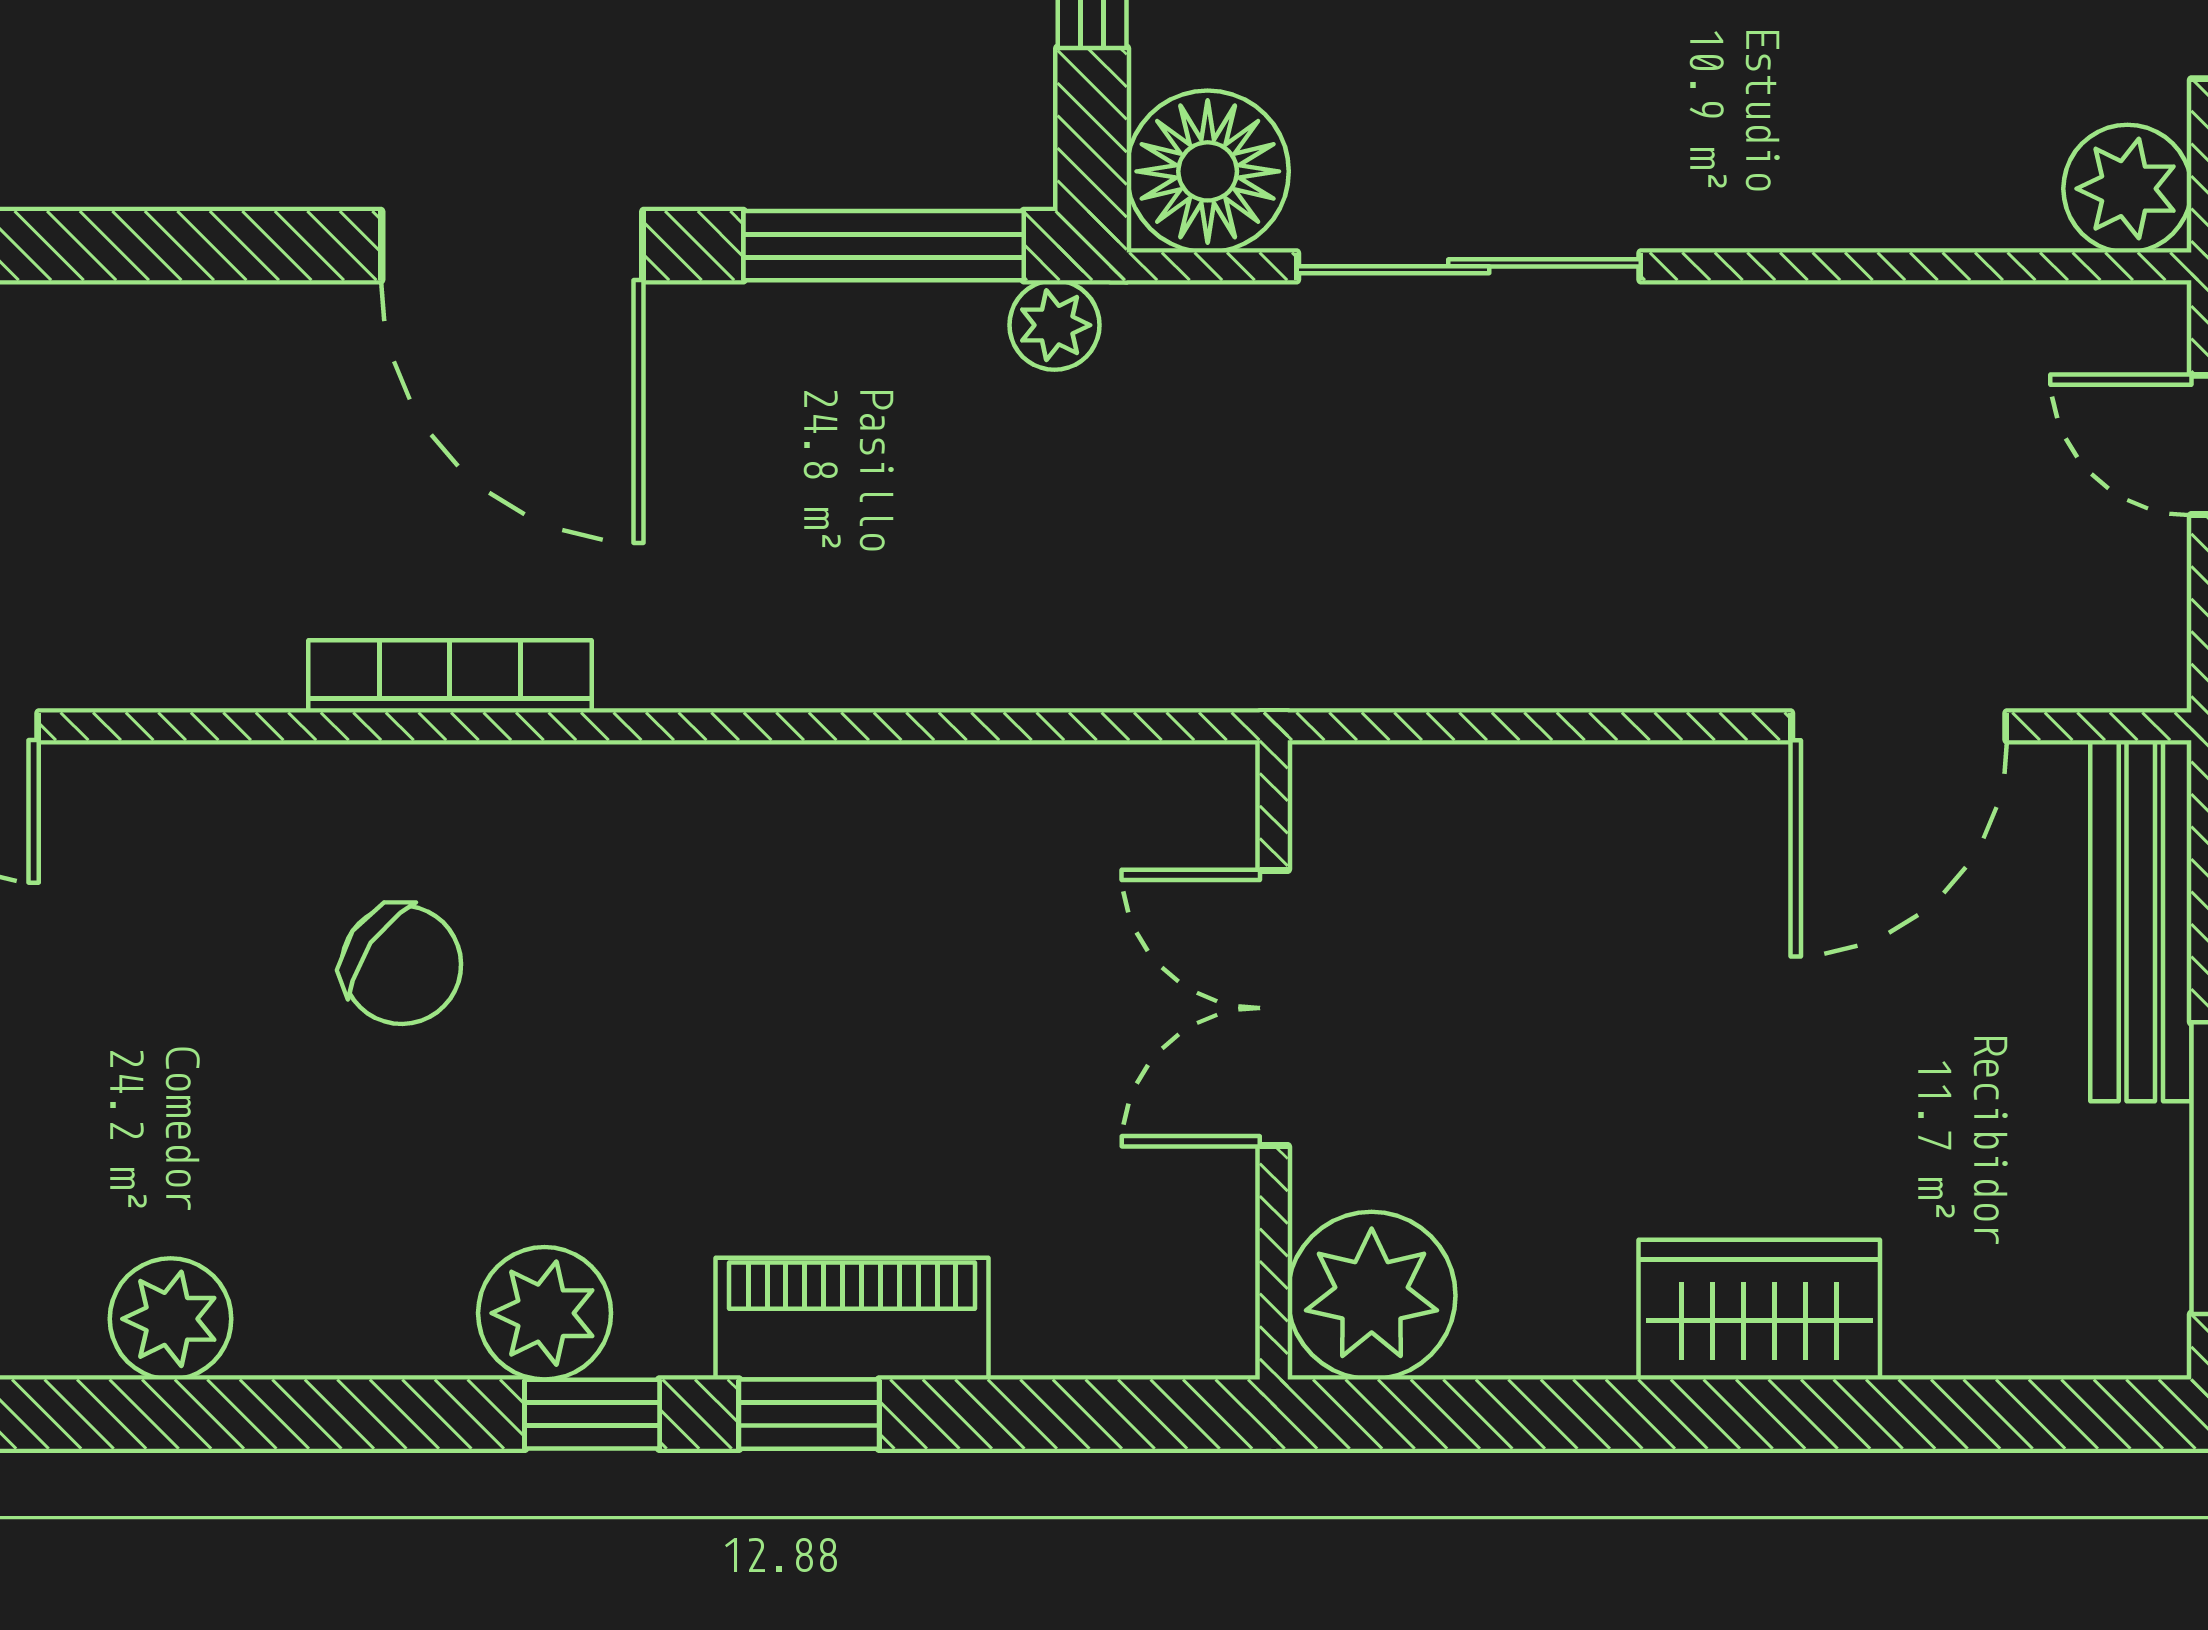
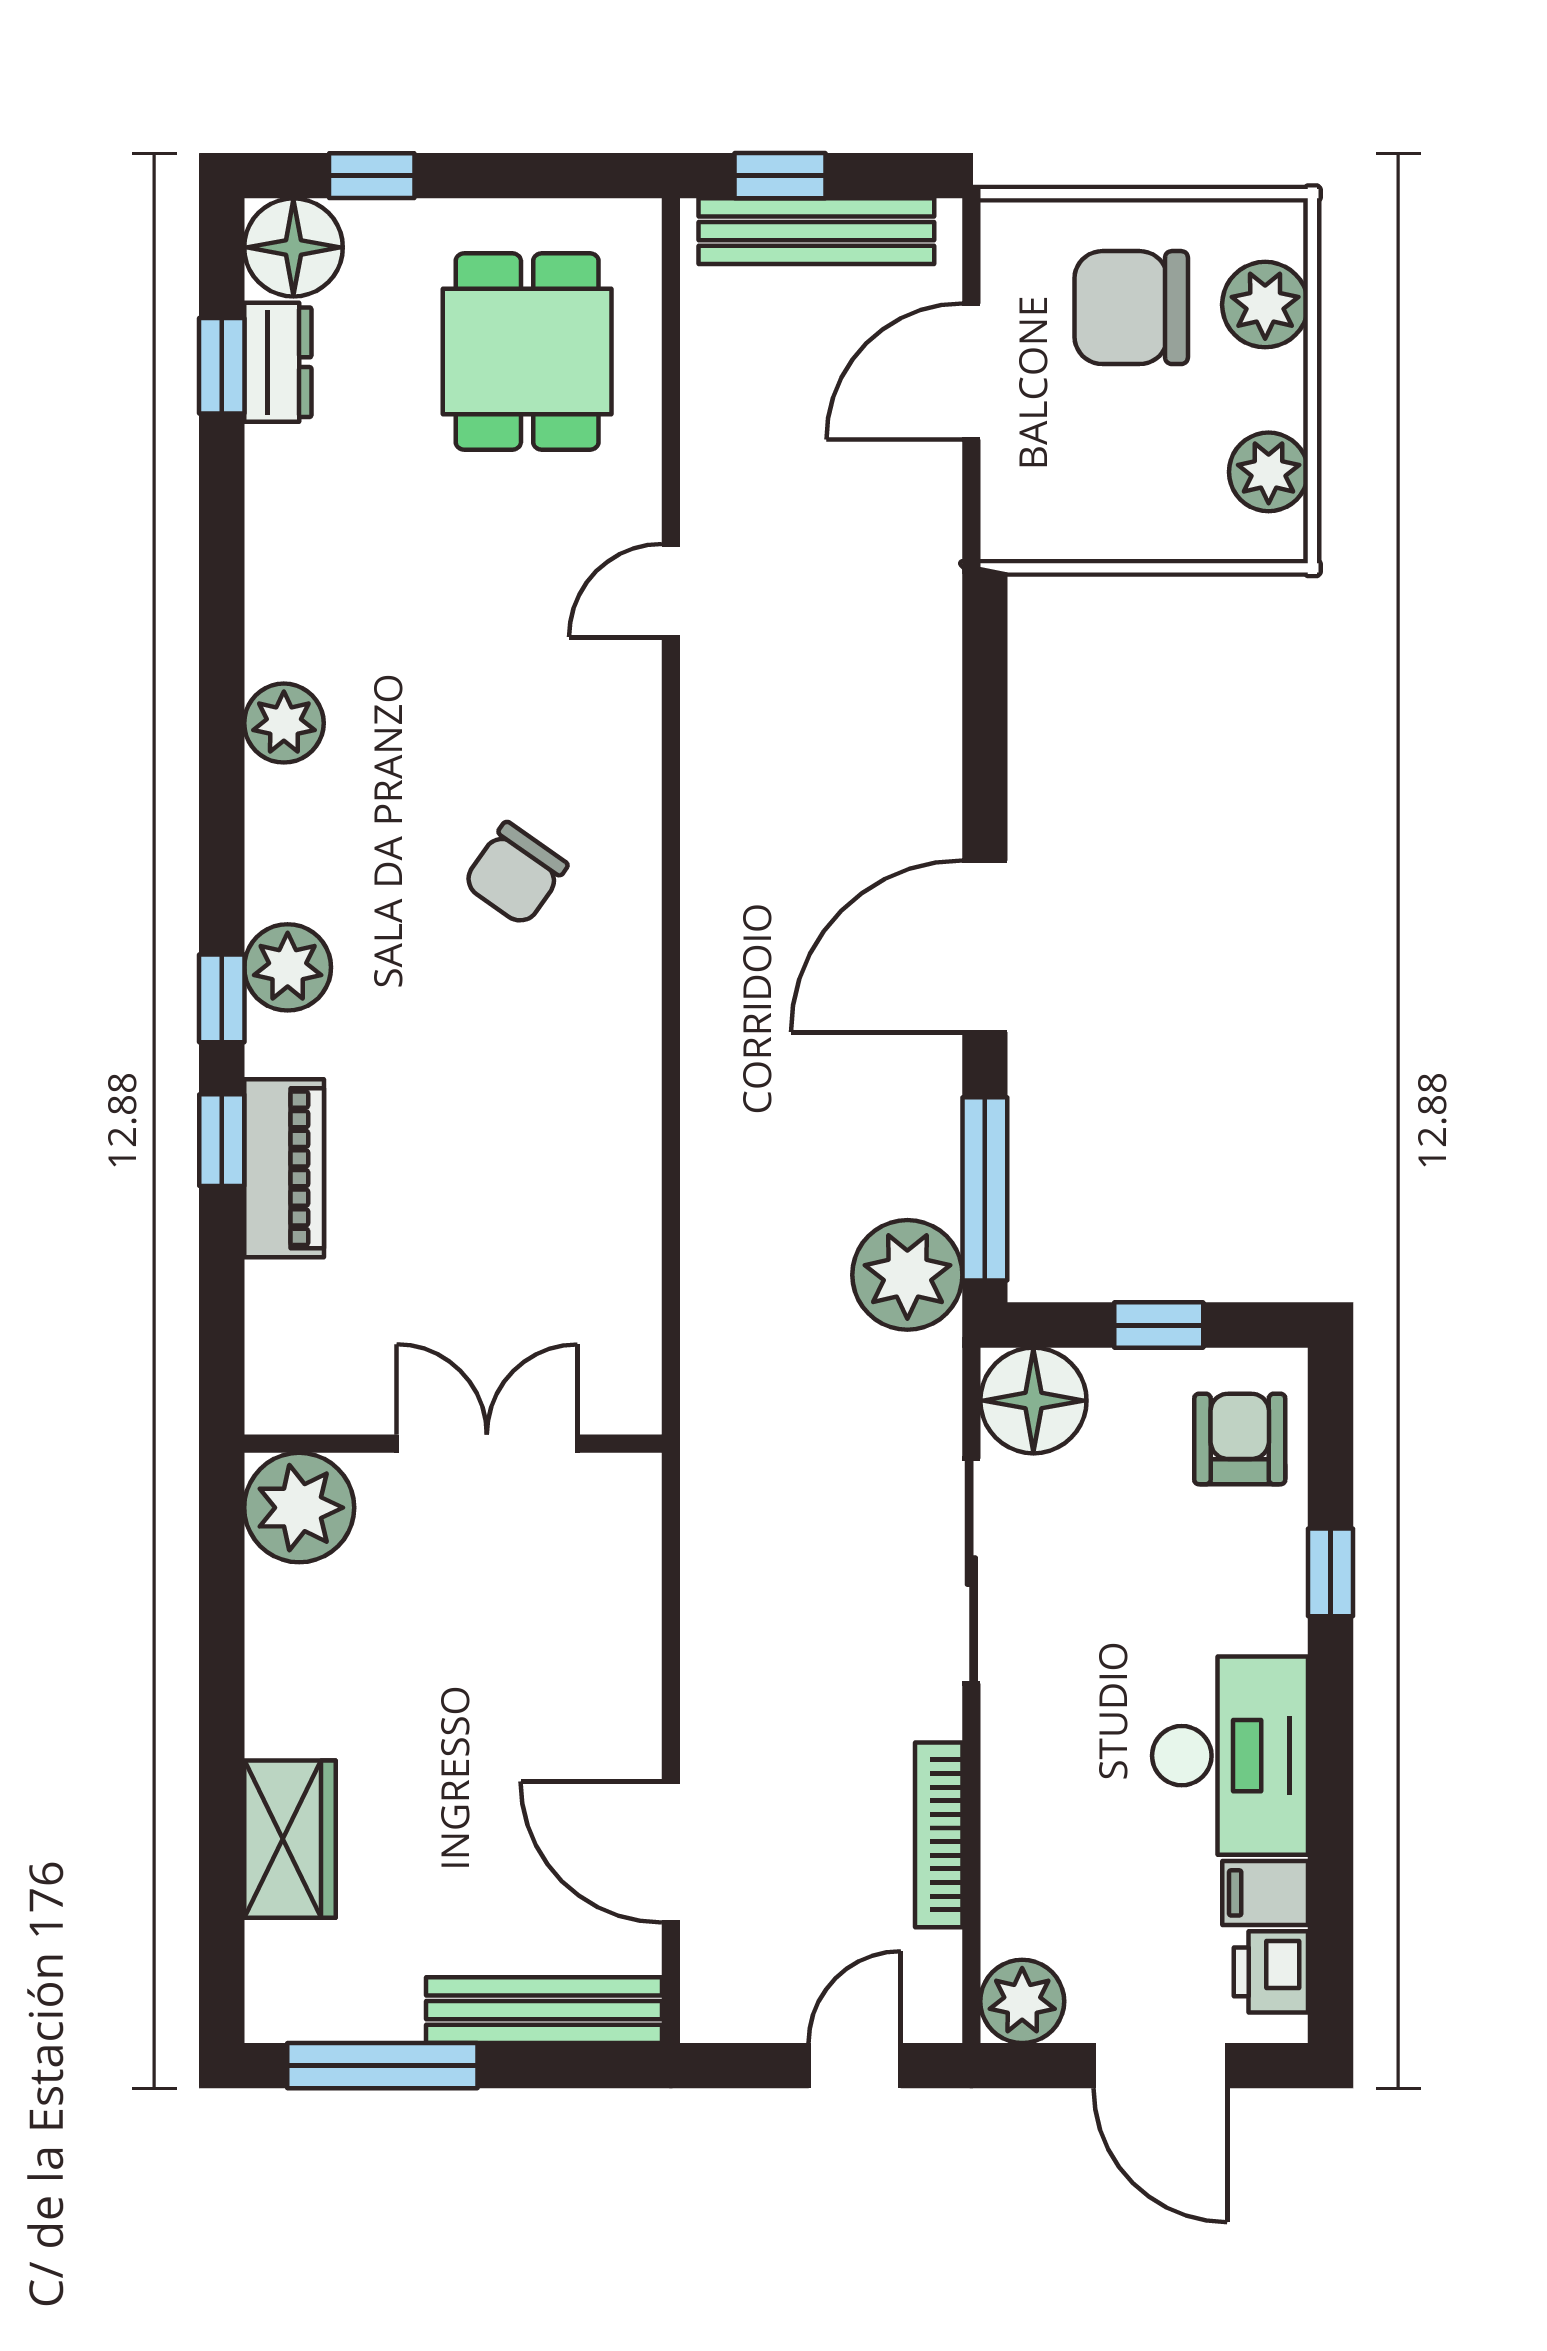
plant: (1054, 325) -> (907, 1275), width x1.88, depth x1.88
bookcase: (450, 676) -> (939, 1835), moved, turned 180
wardrobe: (1759, 1310) -> (290, 1839), moved

